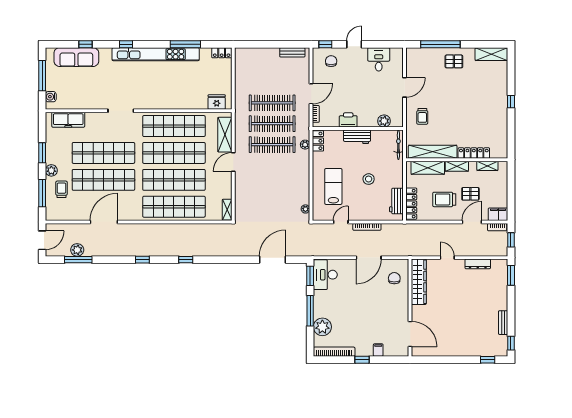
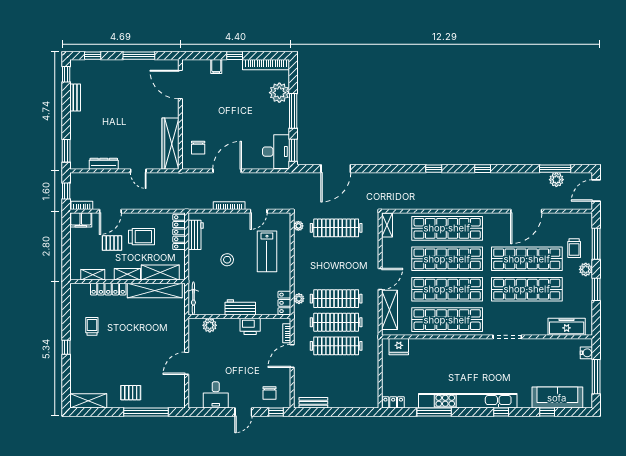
trolley: (422, 116) -> (92, 326), moved
clothes rail: (272, 207) -> (336, 228), added
window: (447, 360) -> (139, 56), added

